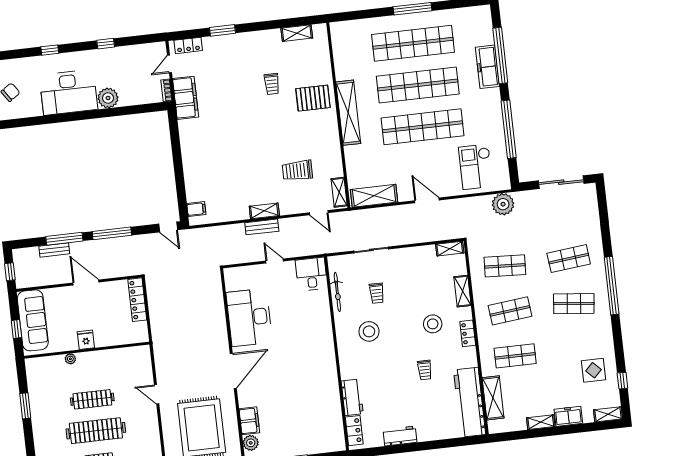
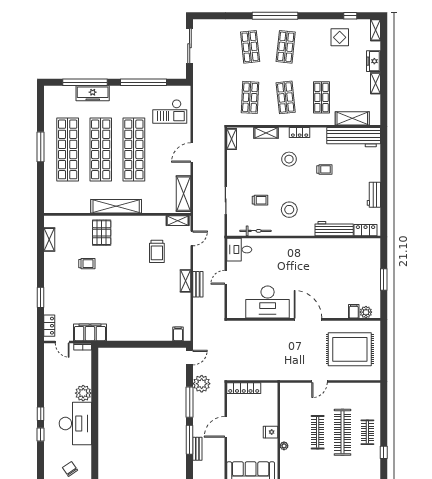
window: (106, 44) -> (41, 414), moved
plant: (503, 204) -> (202, 384), moved
workbench: (352, 397) -> (334, 229), width x1.38
filing cabinet: (249, 421) -> (354, 311), width x0.50

